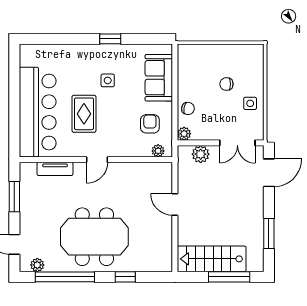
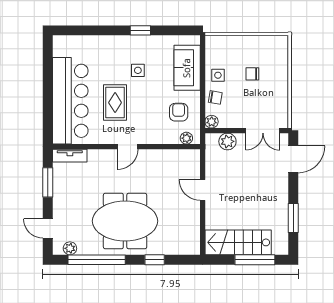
side table: (250, 103) -> (218, 75), moved
tv unit: (55, 169) -> (70, 156), moved

